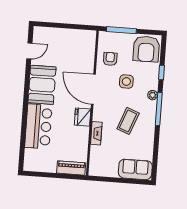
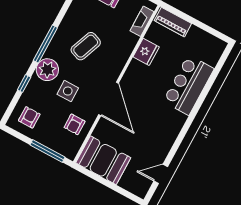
armchair: (146, 49) -> (29, 117), width x0.53, depth x0.53
booth: (42, 85) -> (103, 160), moved, turned 90
plant: (153, 95) -> (47, 70), width x1.88, depth x1.88
fridge: (83, 117) -> (146, 52), moved
fireplace: (96, 133) -> (142, 21), moved

